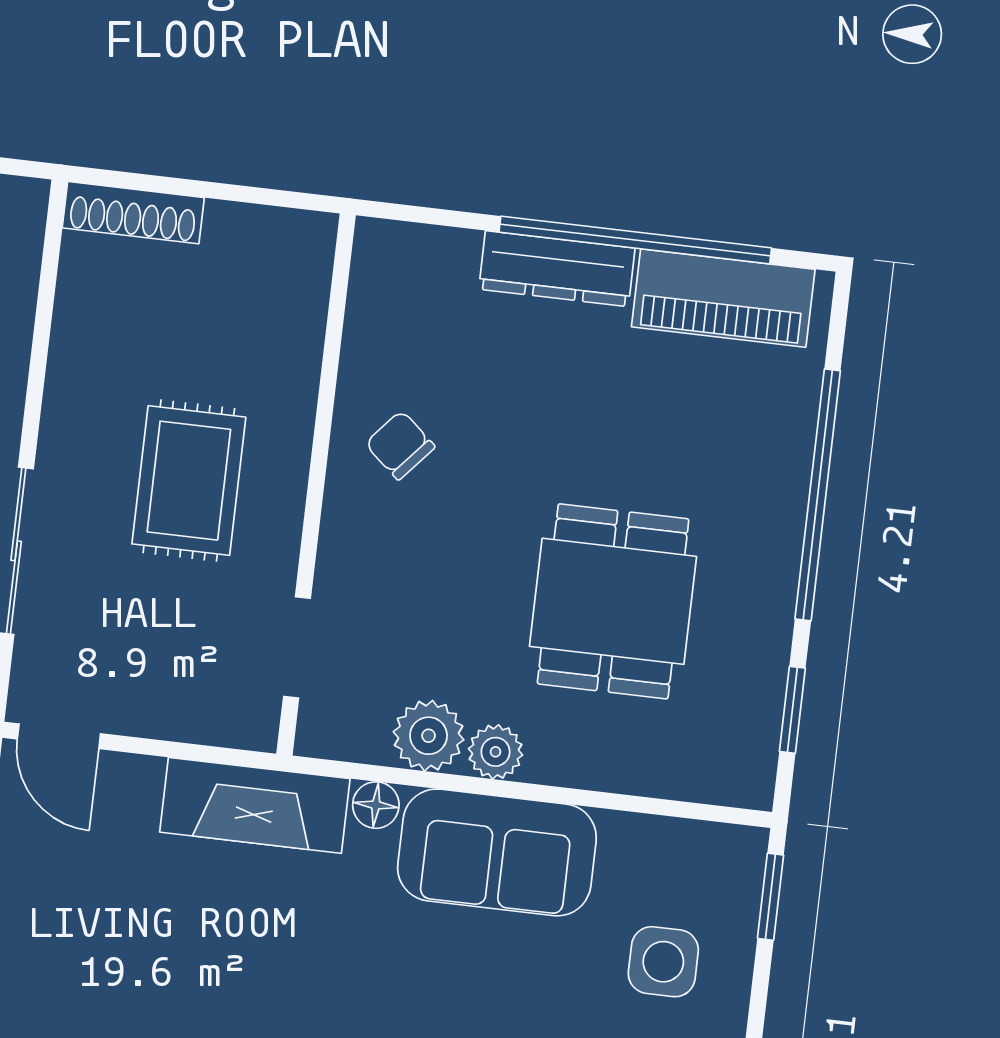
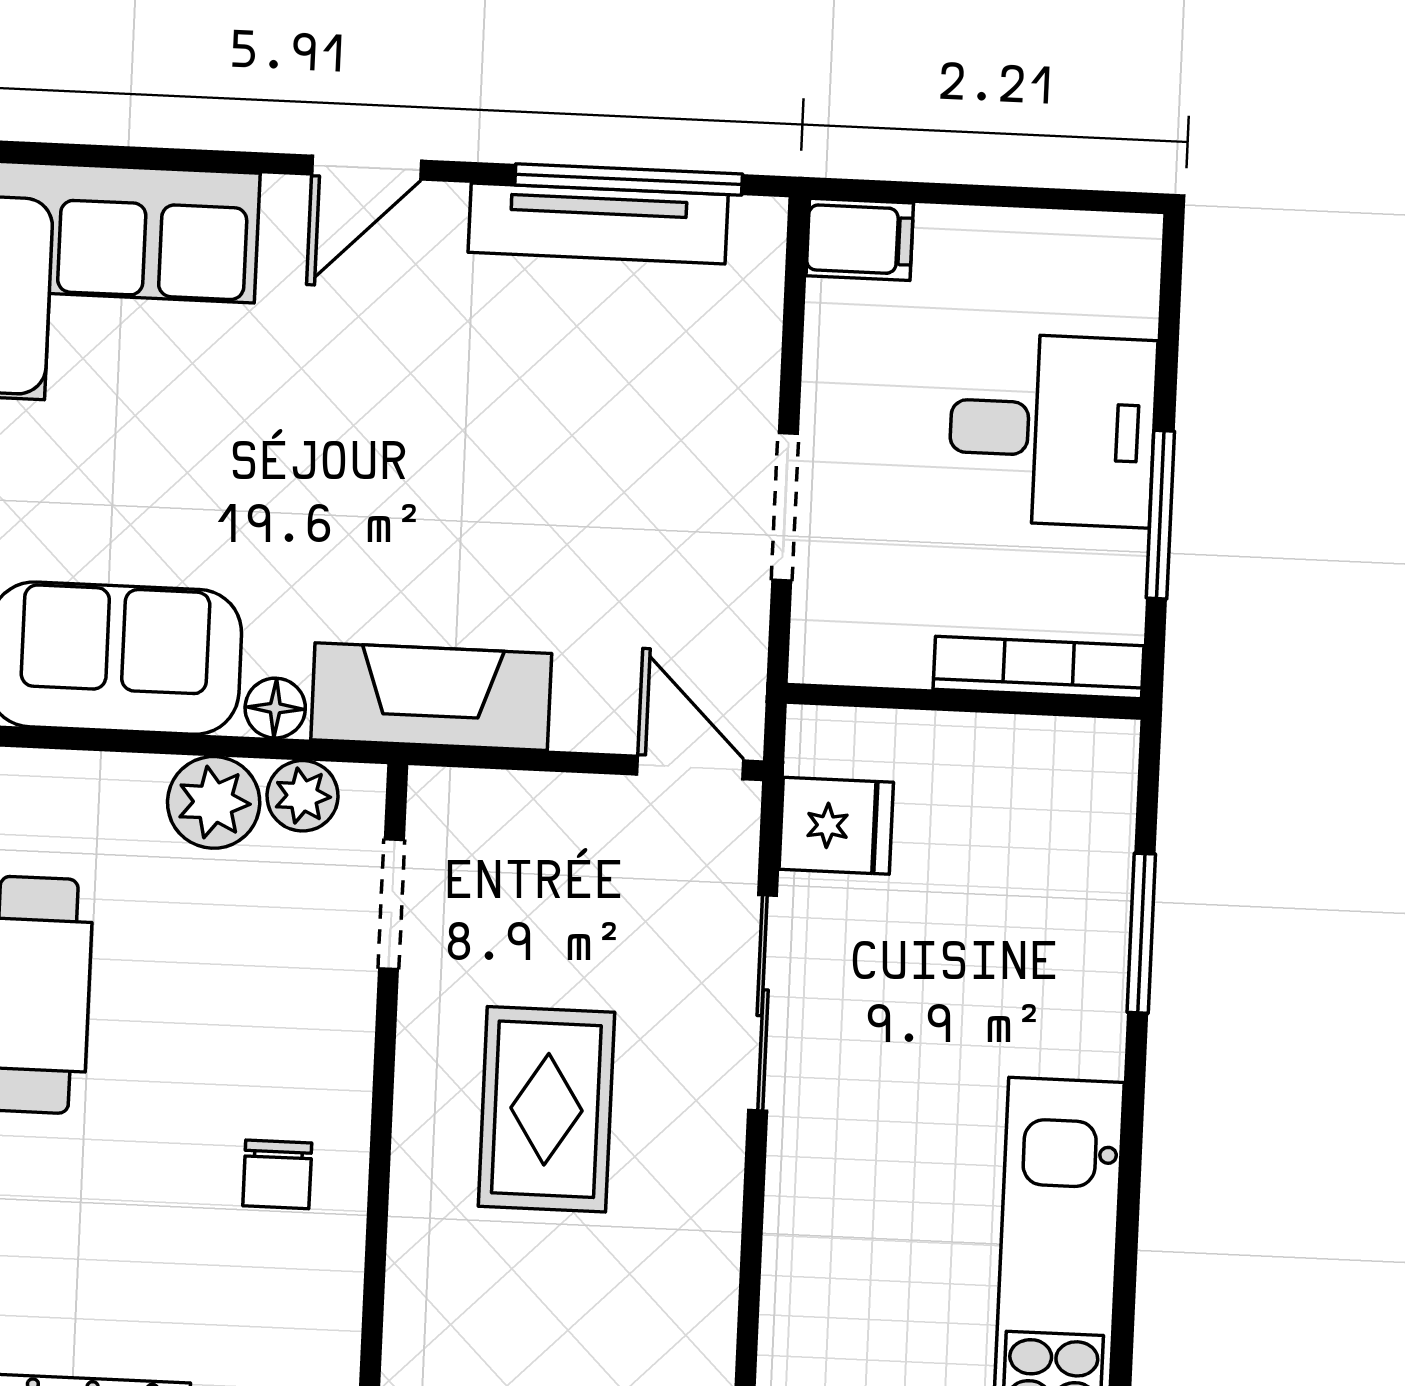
chair: (400, 445) -> (277, 1174), turned 49
plant: (495, 752) -> (302, 796), moved

